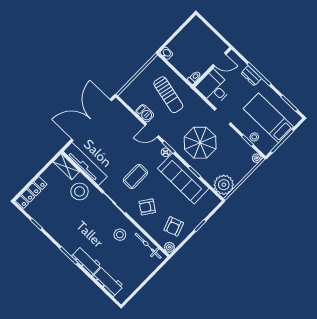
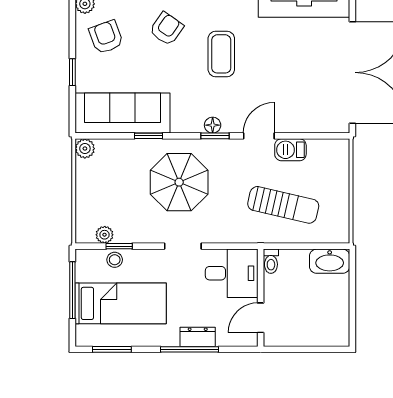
washbasin: (166, 53) -> (330, 261), width x1.91, depth x1.45
sun lounger: (168, 95) -> (283, 205), turned 180
plant: (257, 158) -> (105, 235), moved
sofa: (183, 178) -> (122, 113), moved
plant: (224, 185) -> (85, 149), width x0.53, depth x0.53

